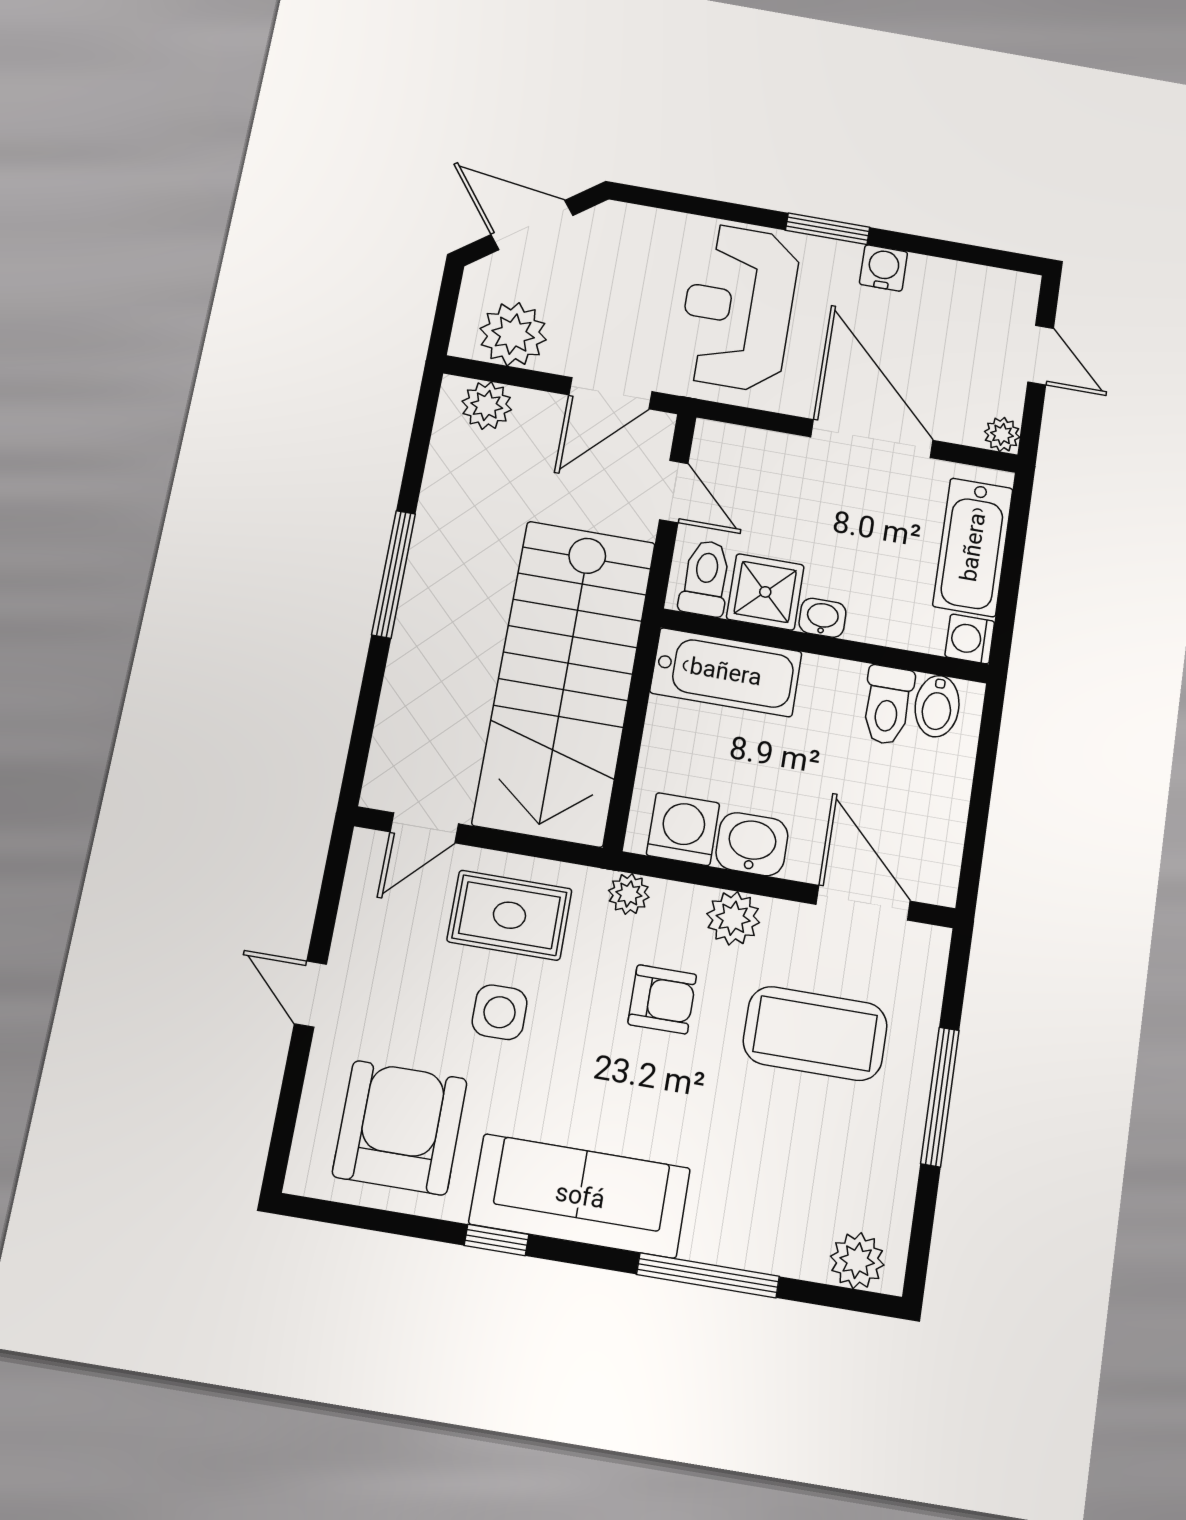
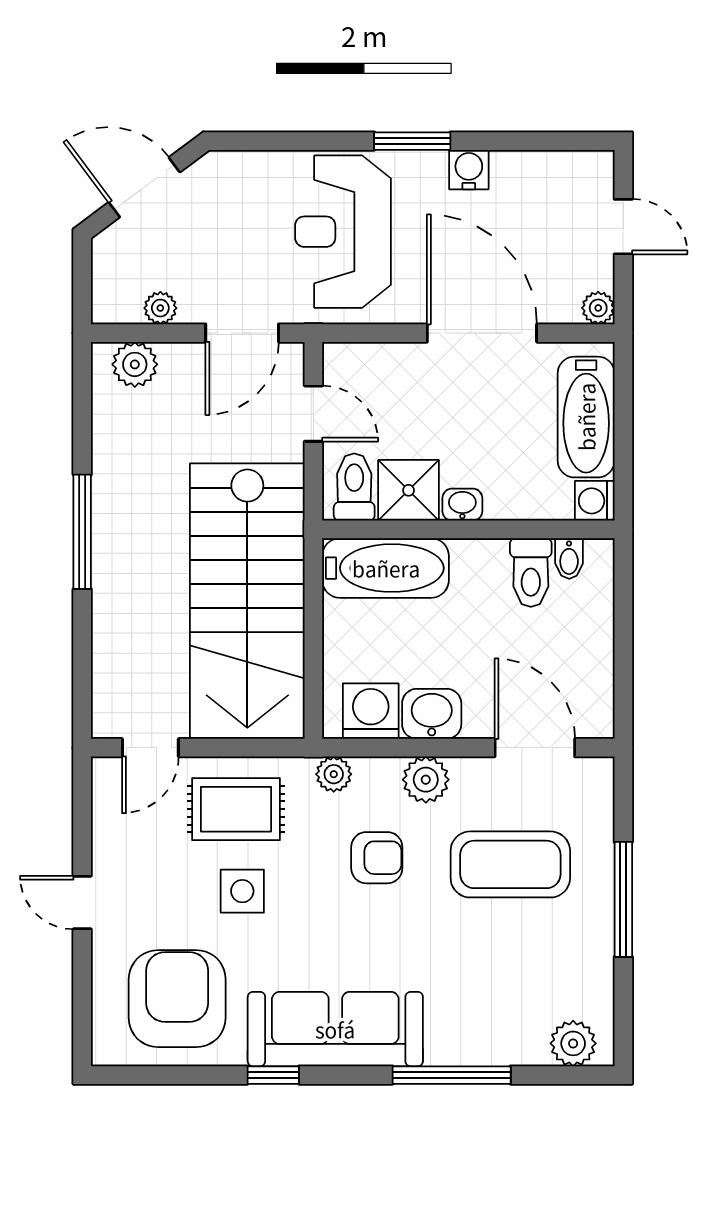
plant: (513, 334) -> (160, 308), width x0.53, depth x0.53
bidet: (937, 706) -> (569, 559), width x0.72, depth x0.74

